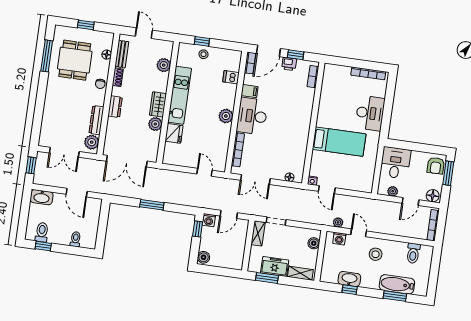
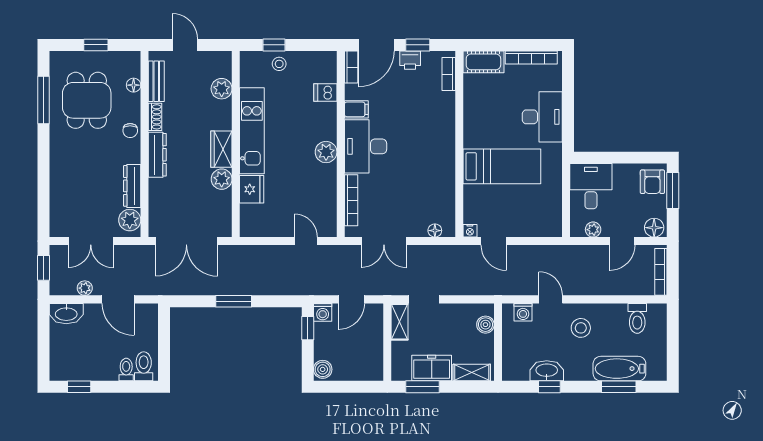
cot: (337, 72) -> (483, 62), added
dresser: (115, 107) -> (157, 155), width x1.44
plant: (338, 222) -> (85, 288), moved
toilet: (42, 232) -> (144, 366), moved

